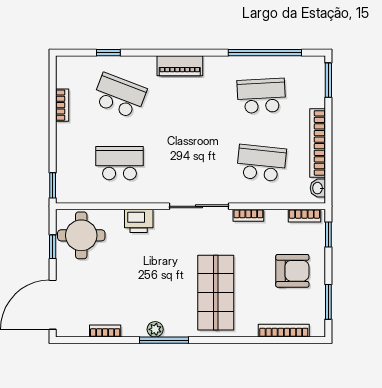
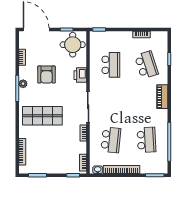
school desk: (119, 96) -> (146, 65), turned -39
armchair: (292, 271) -> (46, 75), moved

